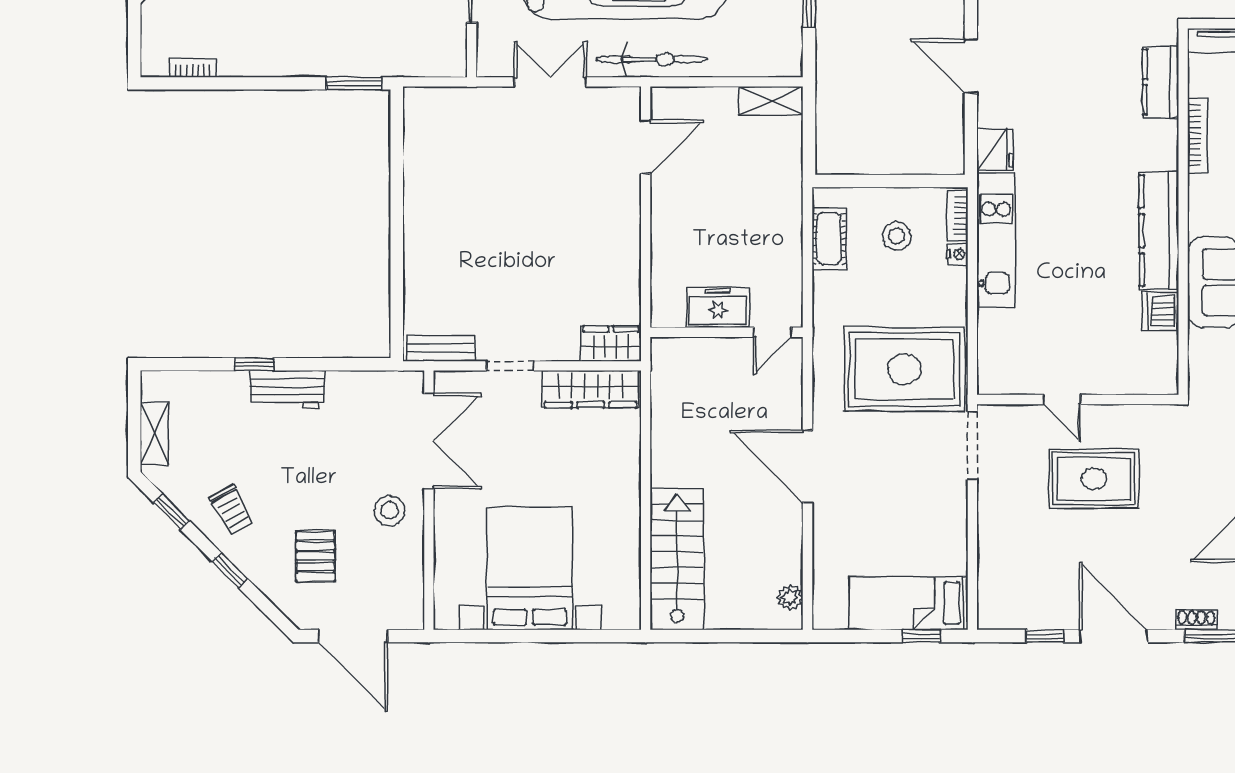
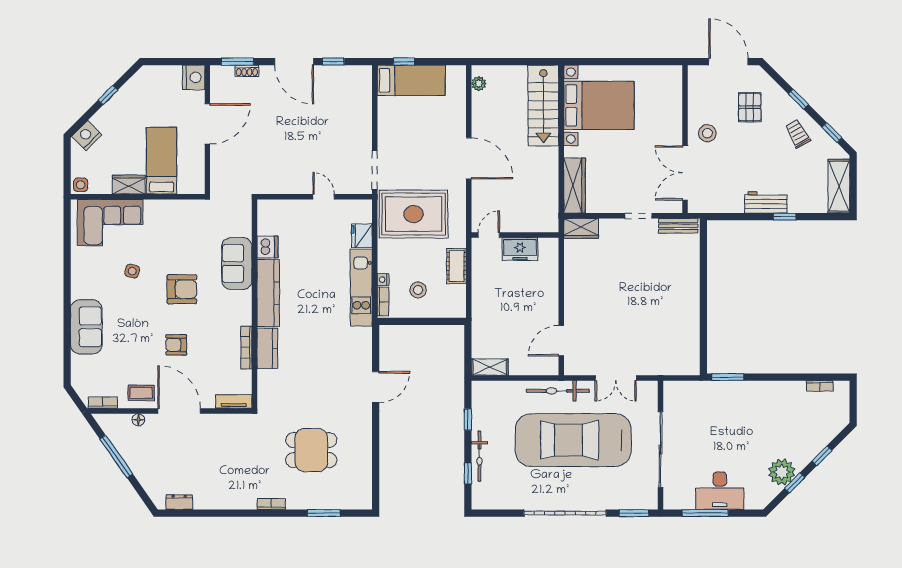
door: (971, 66) -> (376, 387), hinge flipped
kitchen counter: (1161, 82) -> (267, 348), moved
fridge: (995, 149) -> (362, 236), moved
cot: (829, 239) -> (457, 266), moved
wardrobe: (591, 389) -> (575, 186), moved, turned 90
shelving: (154, 434) -> (839, 186), width x1.50, depth x1.33
rug: (1094, 479) -> (305, 151), removed
bed with nightstands: (530, 569) -> (599, 105), moved, turned -90

